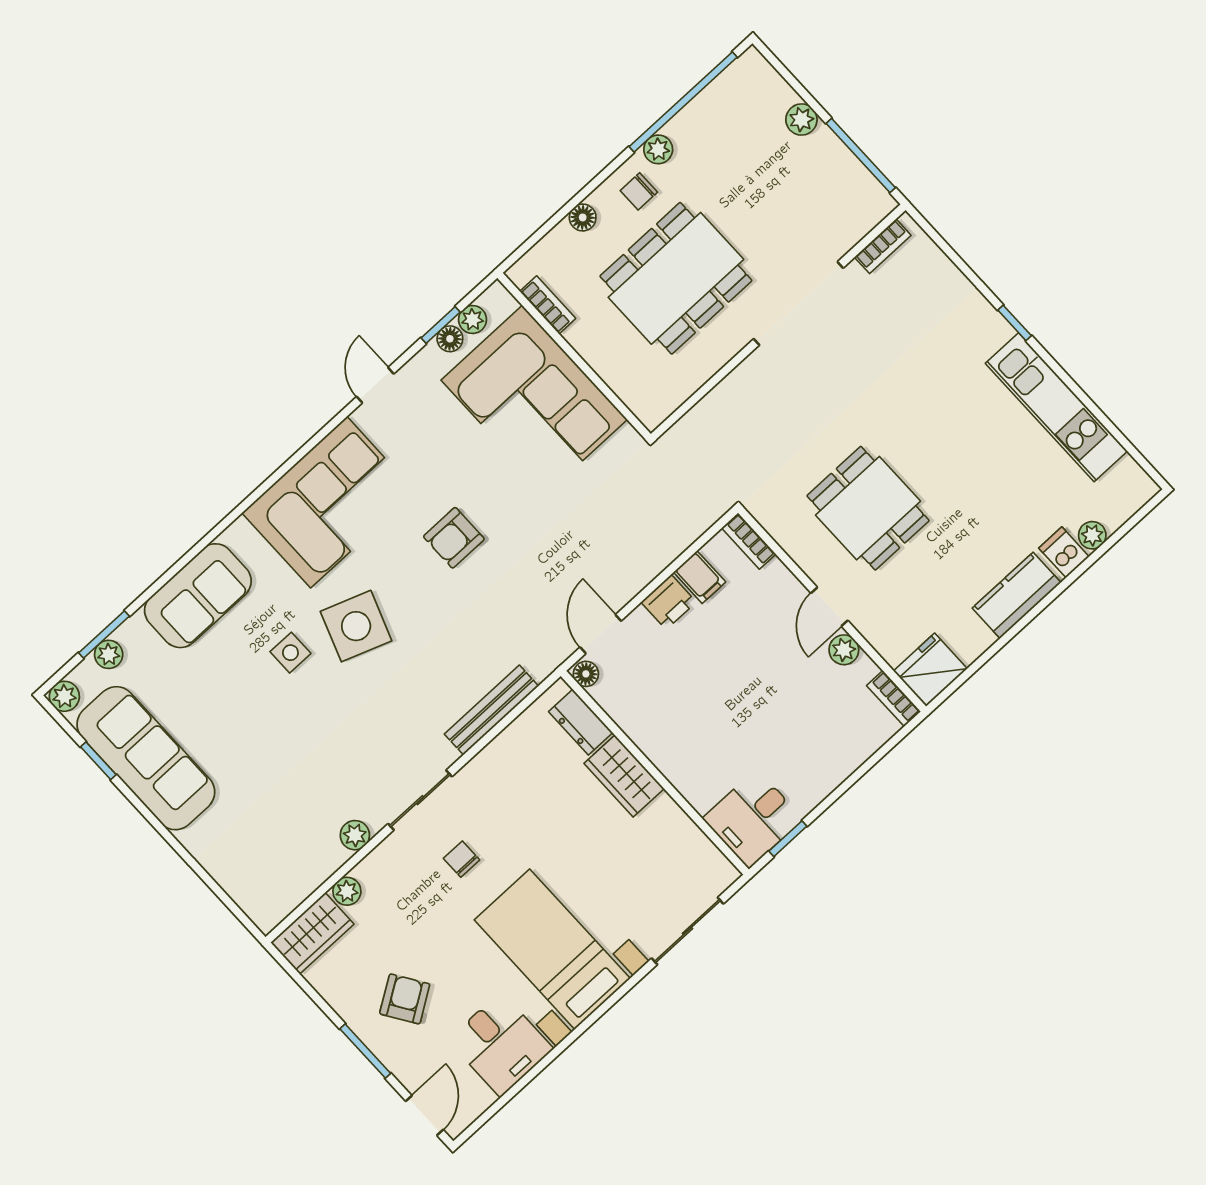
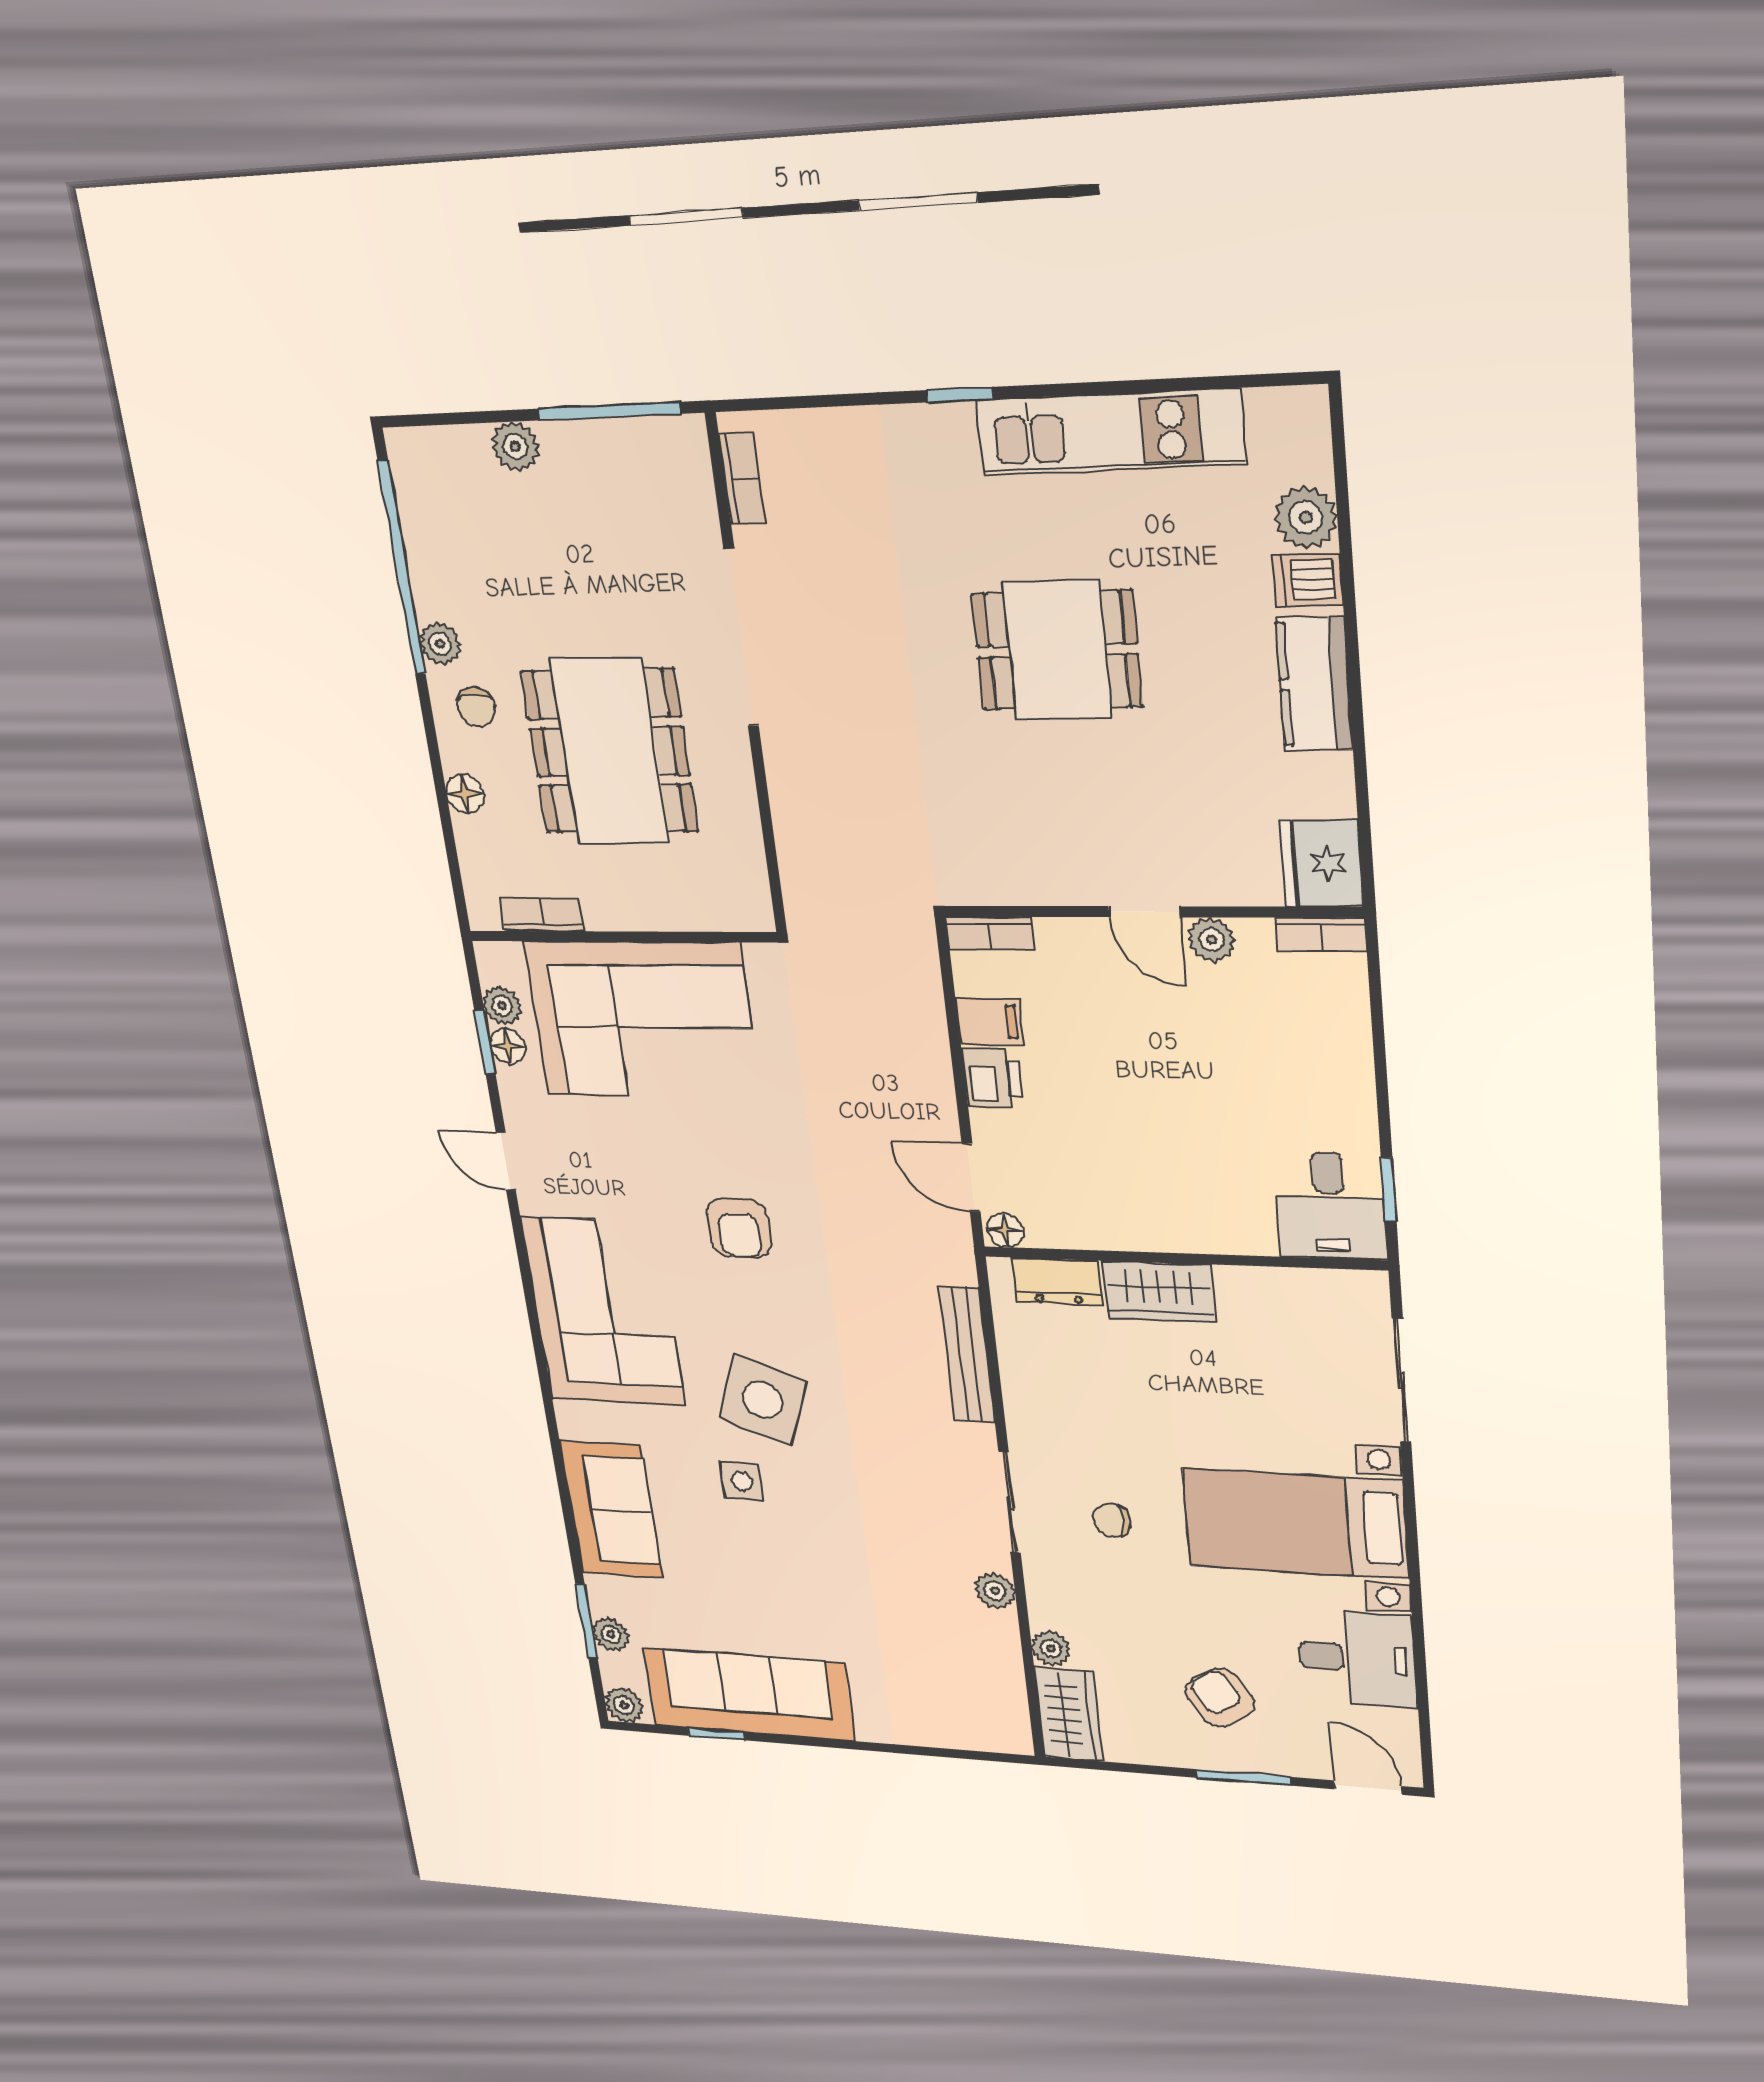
dining table: (868, 508) -> (1057, 650), moved
plant: (1092, 535) -> (1306, 517), width x1.38, depth x1.38

